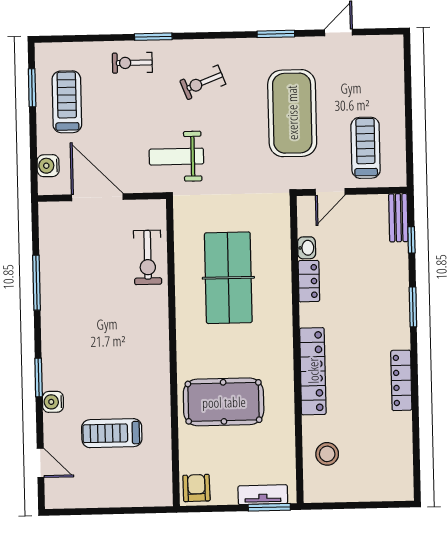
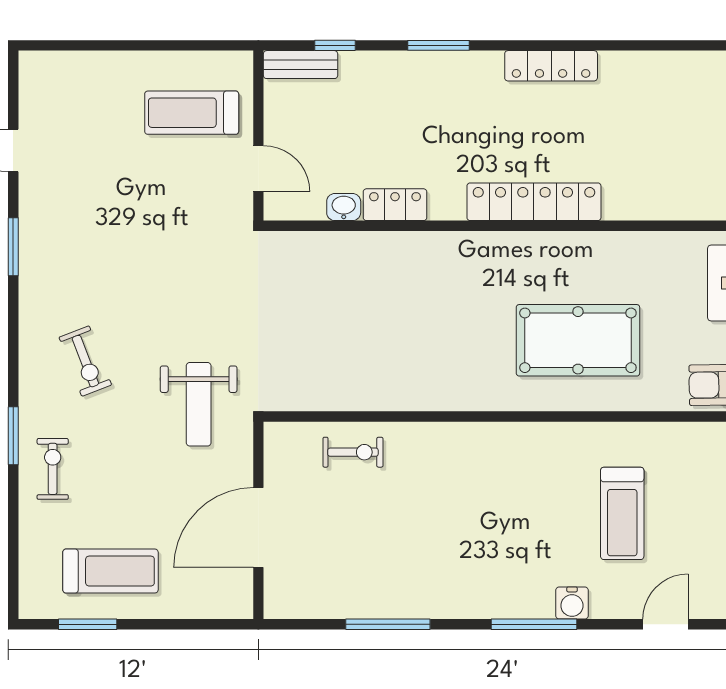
exercise bike: (132, 63) -> (53, 469), turned 180
treadmill: (67, 102) -> (110, 571), turned 180
exercise mat: (292, 113) -> (136, 224), removed
water cooler: (48, 166) -> (208, 602), removed
exercise bike: (148, 257) -> (353, 452), width x0.73, depth x0.72
table tennis table: (228, 278) -> (387, 329), removed
window: (39, 378) -> (534, 624), width x1.44
pool table: (224, 402) -> (578, 340), turned 90
stool: (327, 454) -> (662, 183), removed

